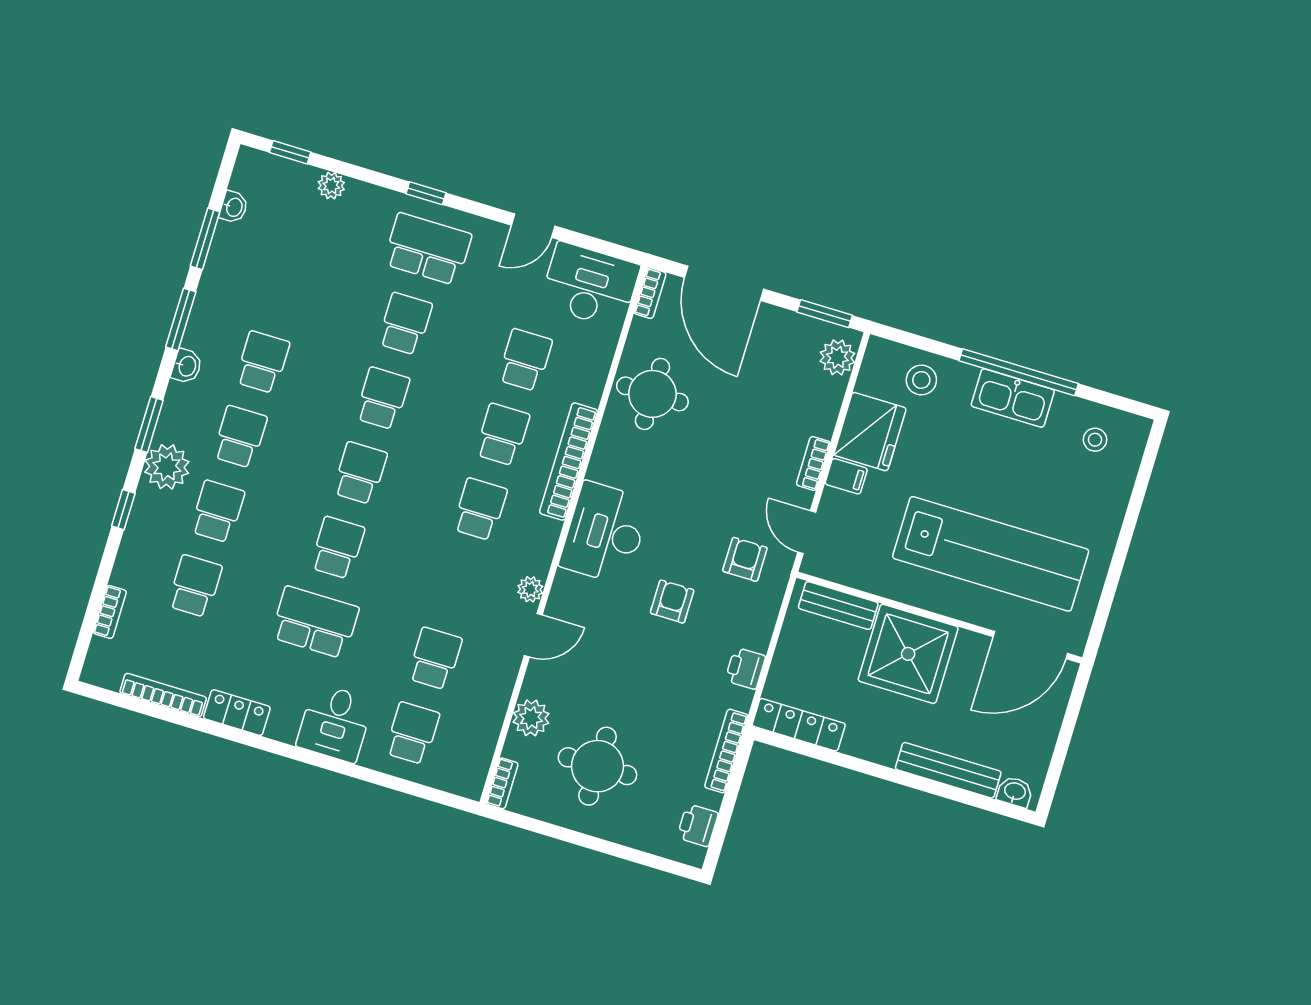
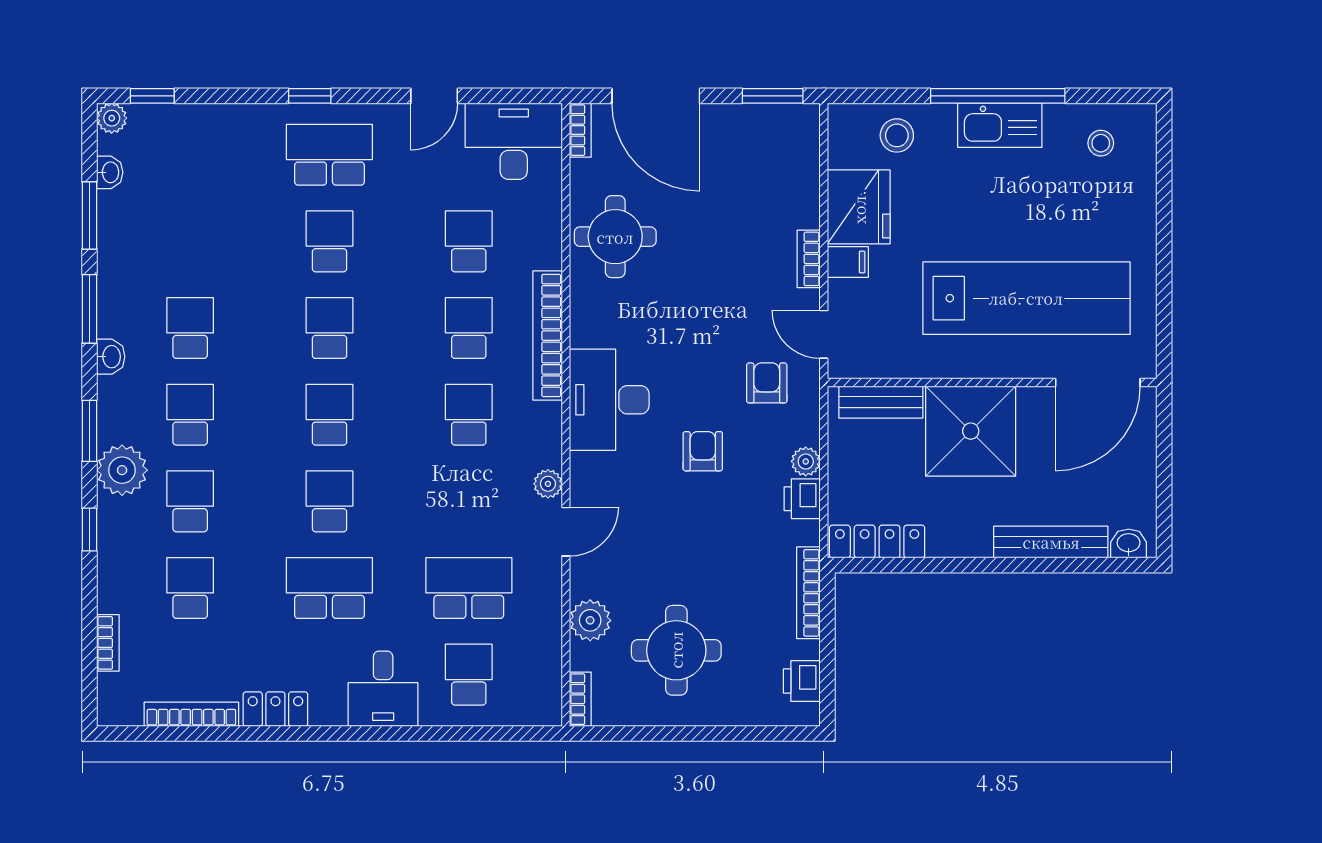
plant: (331, 186) -> (112, 118), moved
plant: (837, 357) -> (806, 461), moved, width x0.73, depth x0.73
school desk: (435, 659) -> (469, 588), width x1.85

